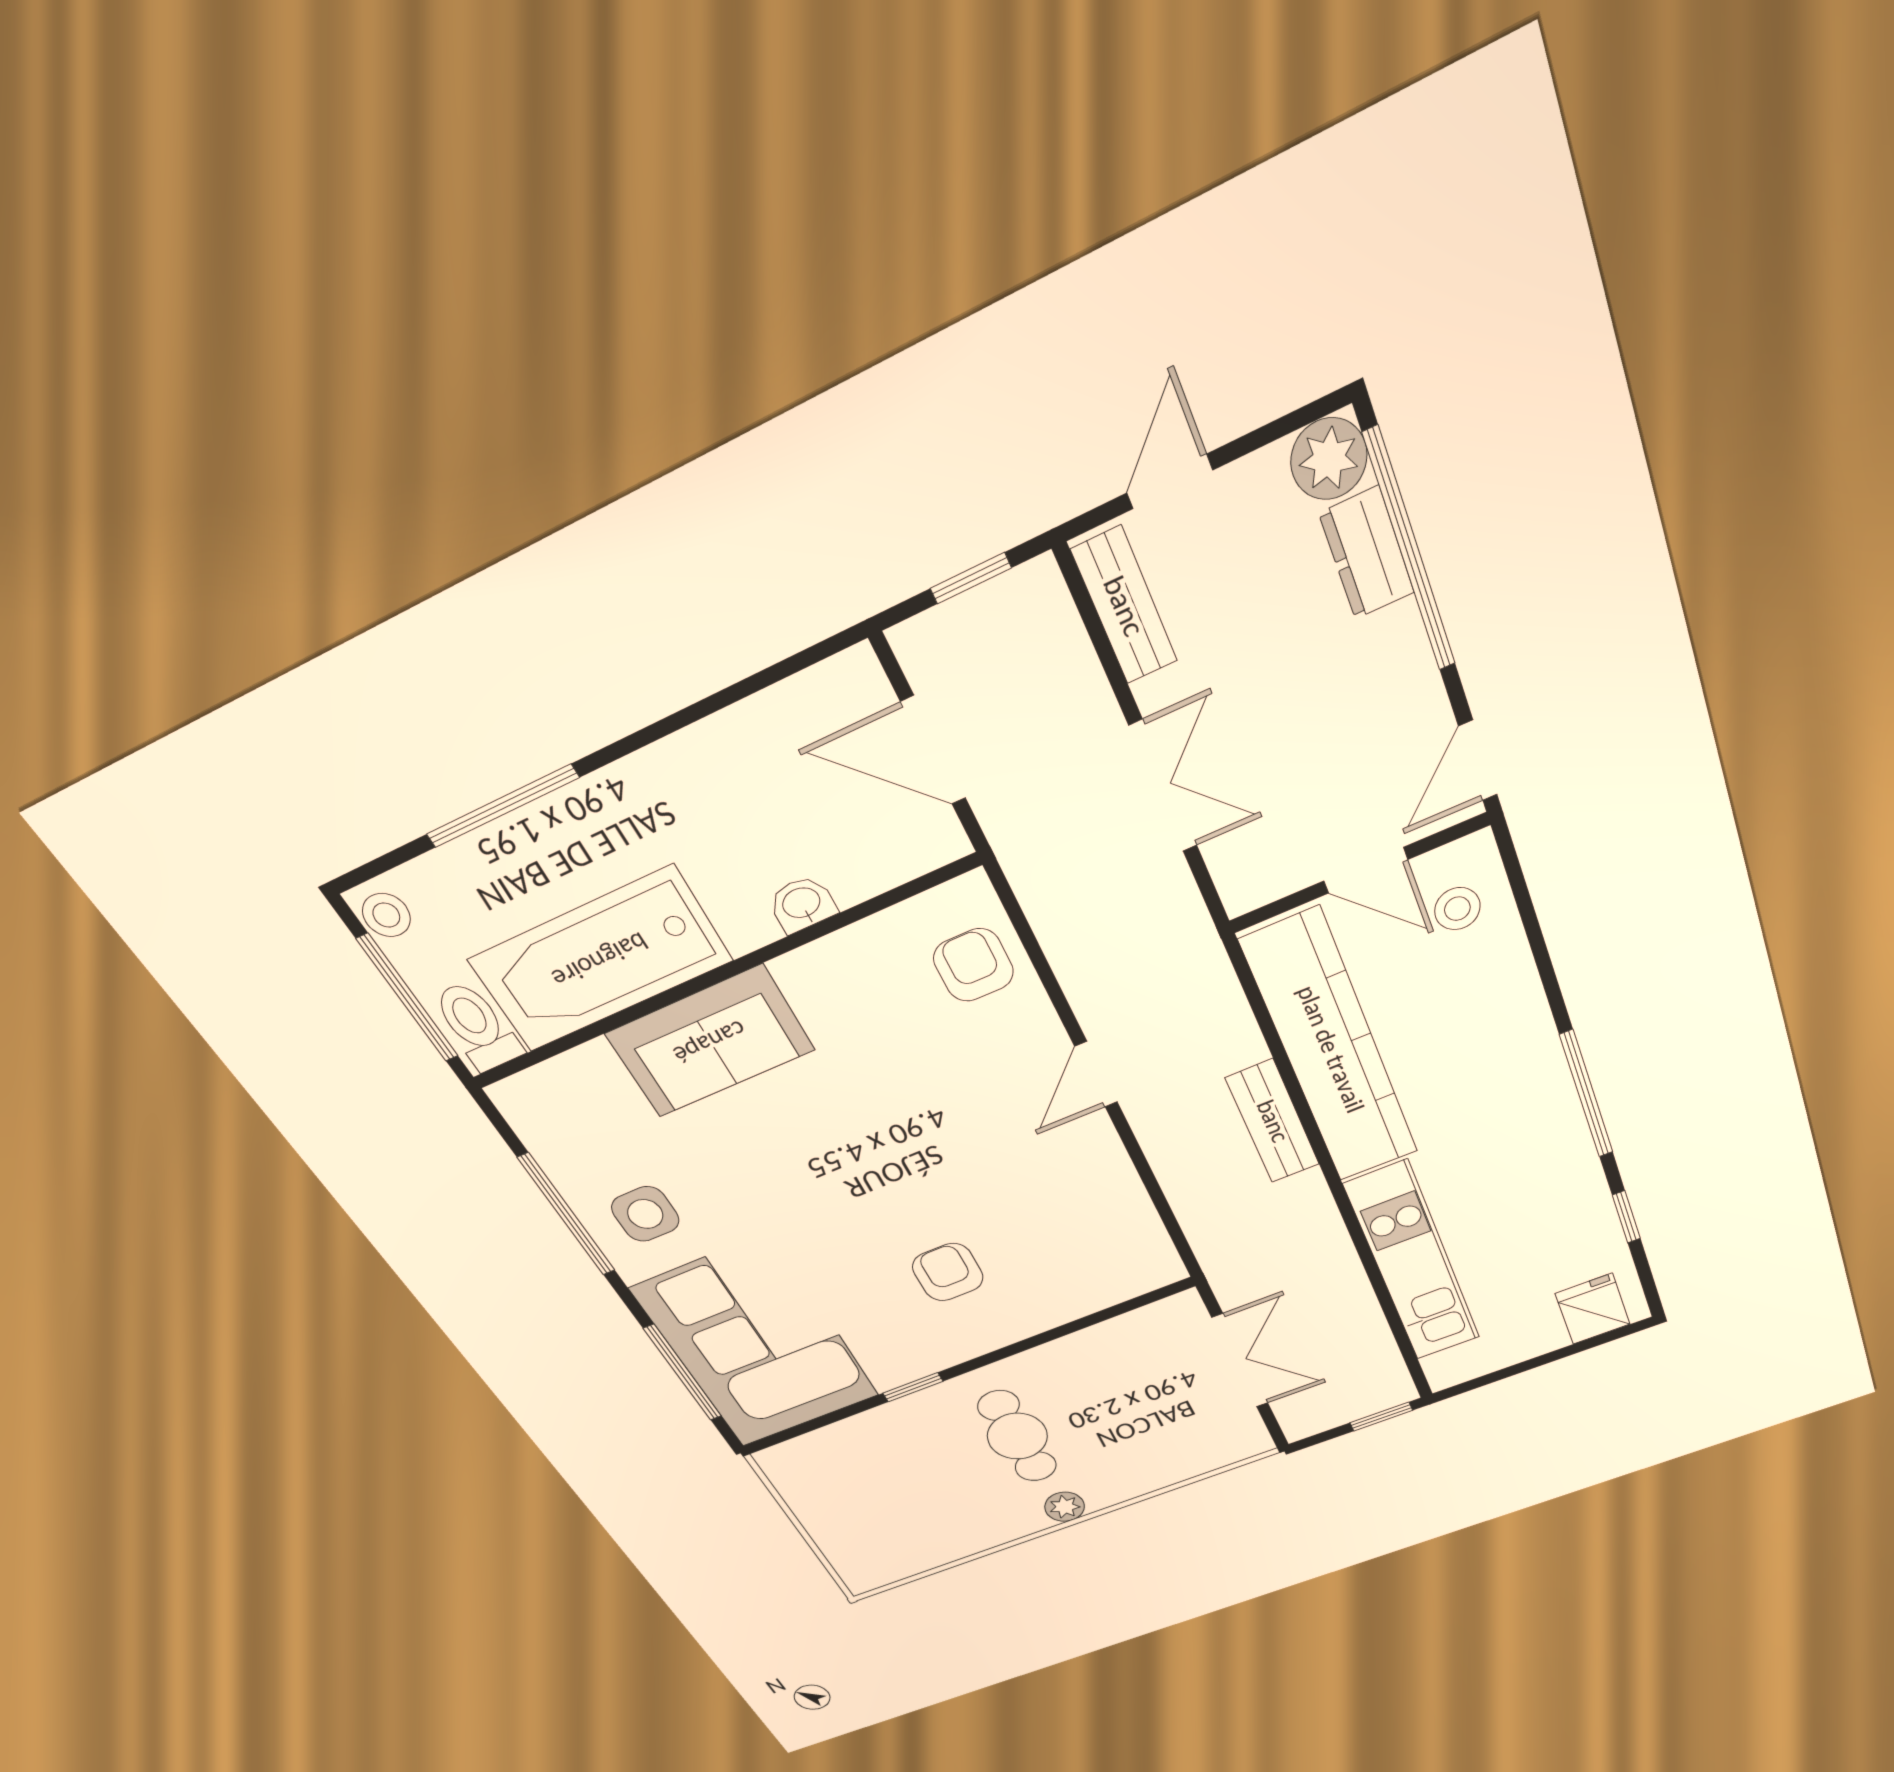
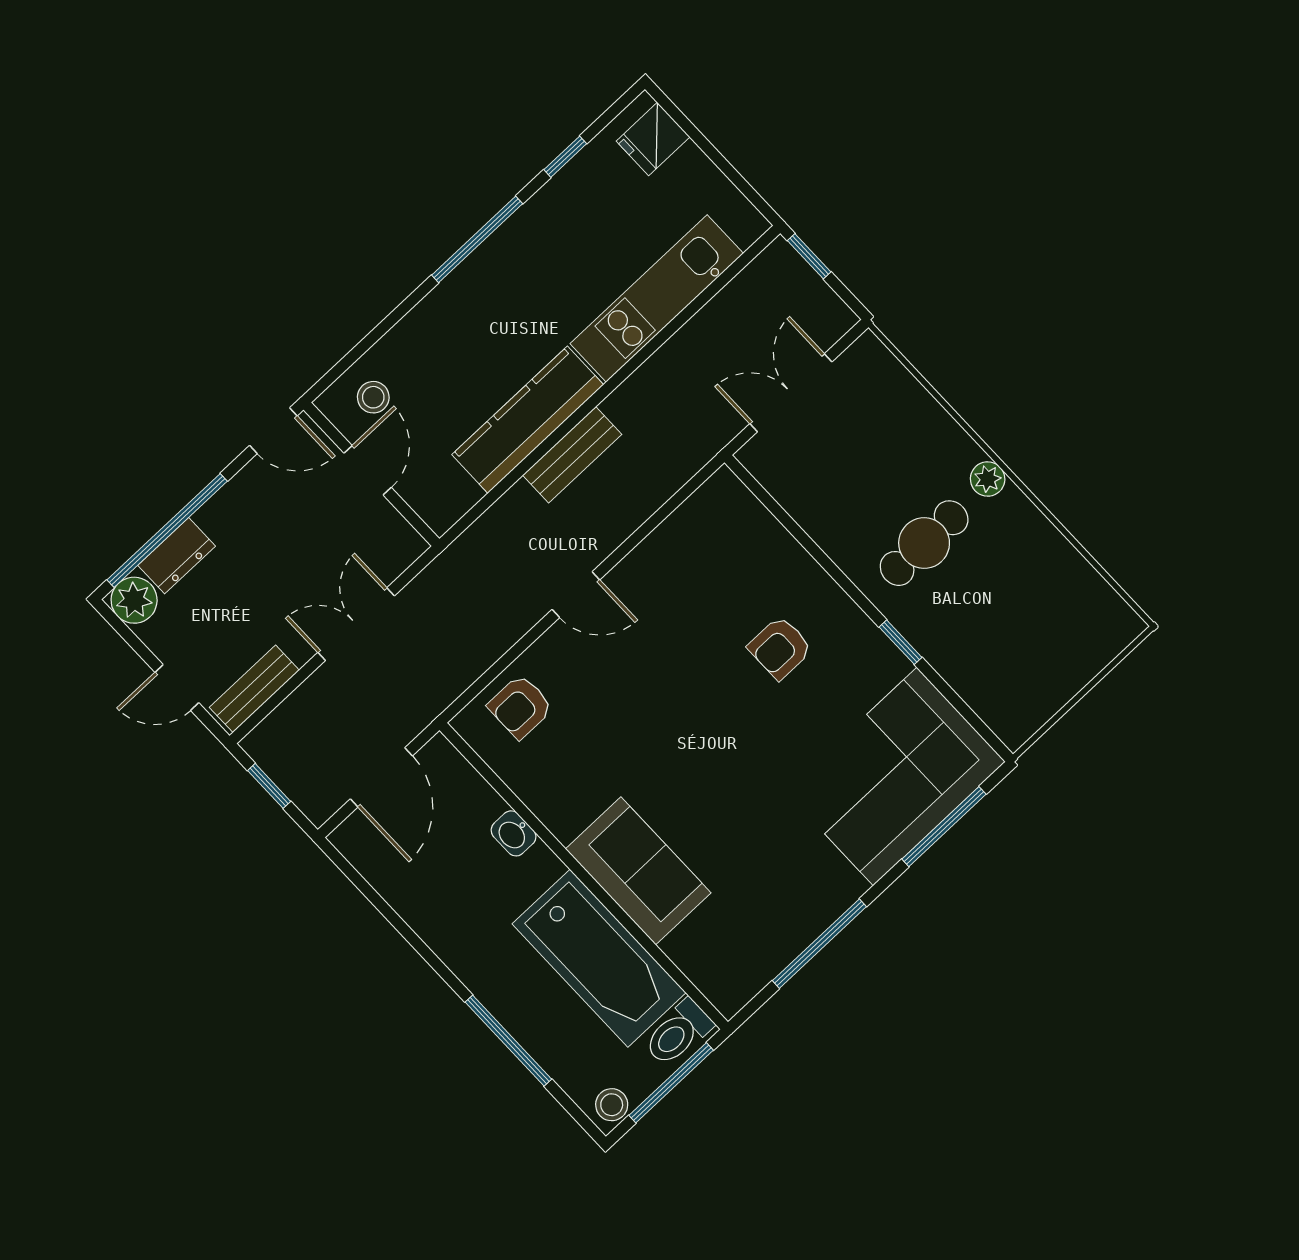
kitchen counter: (1331, 1049) -> (528, 420), width x0.72, depth x0.86
side table: (645, 1214) -> (800, 886), removed

